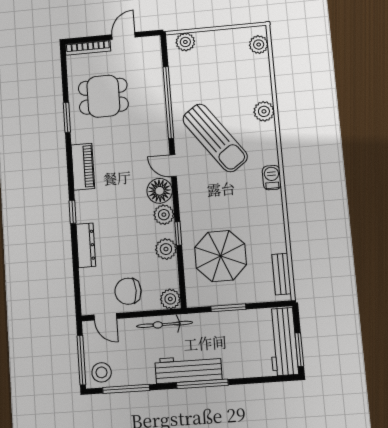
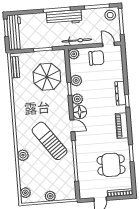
plant: (185, 42) -> (50, 196), moved
barbecue: (272, 178) -> (19, 119), removed
dresser: (86, 245) -> (120, 93), moved

